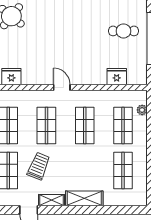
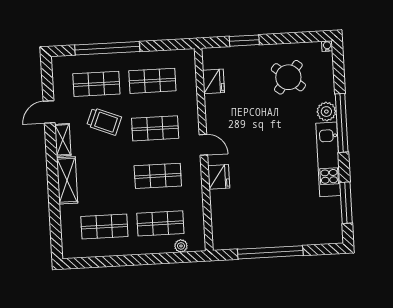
cafe table: (124, 31) -> (278, 217), removed
fridge: (117, 77) -> (219, 177), moved
door: (62, 87) -> (203, 145), hinge flipped

